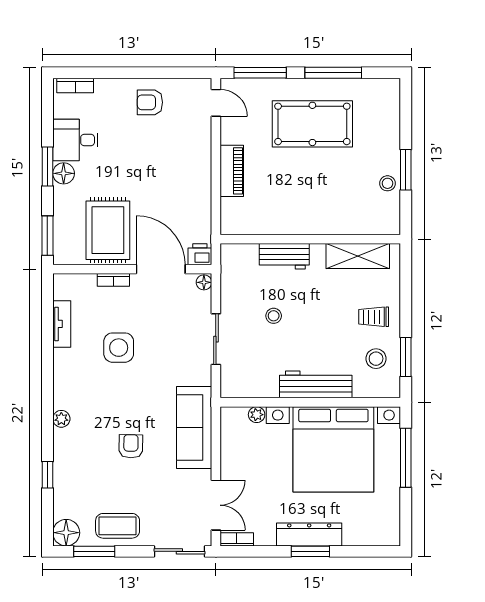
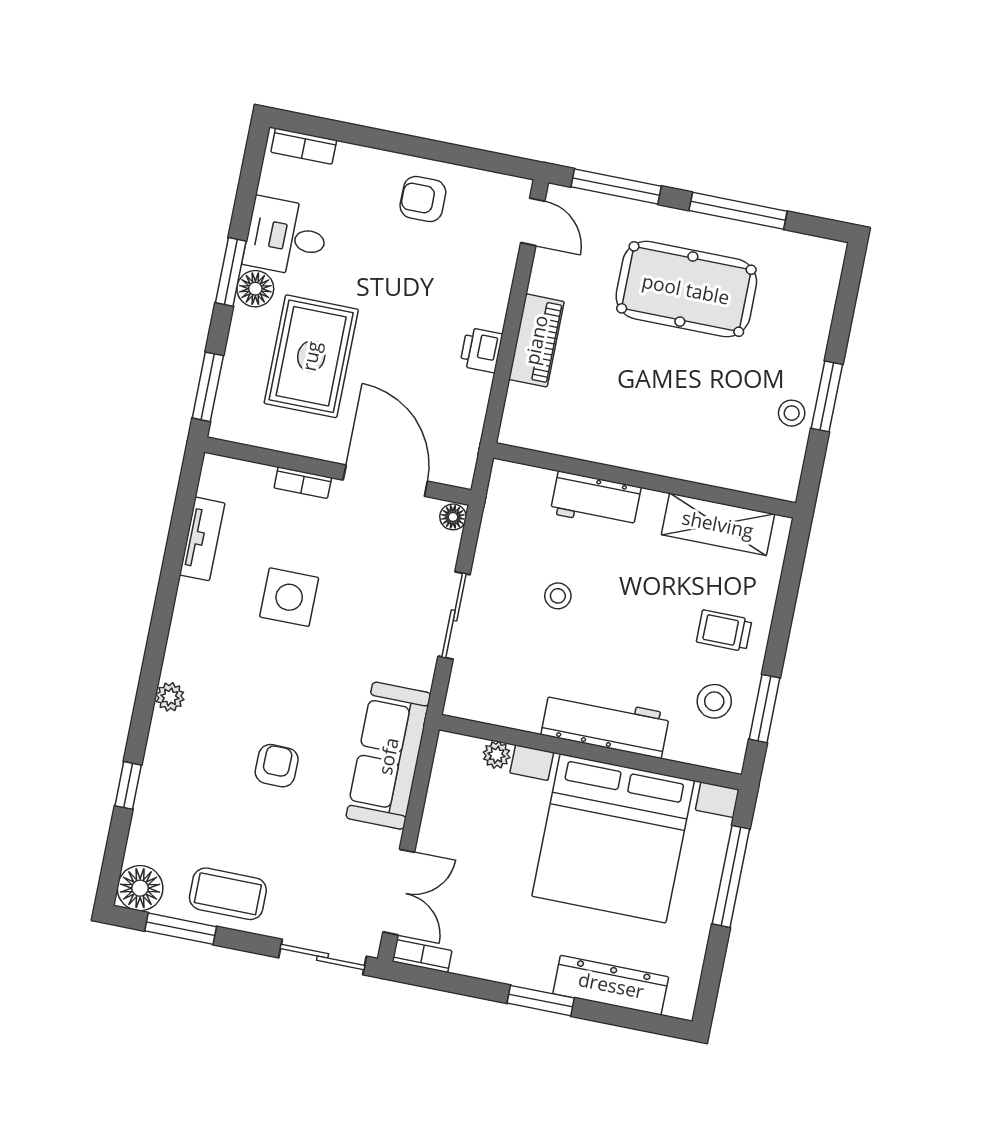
rug: (108, 230) -> (311, 356), moved
printer: (200, 254) -> (481, 350), moved, turned -90
dresser: (309, 534) -> (611, 985), moved

